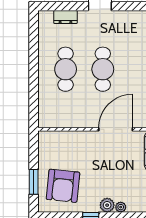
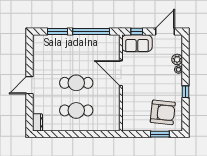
dresser: (65, 17) -> (38, 122), moved
plant: (107, 205) -> (177, 59), moved

